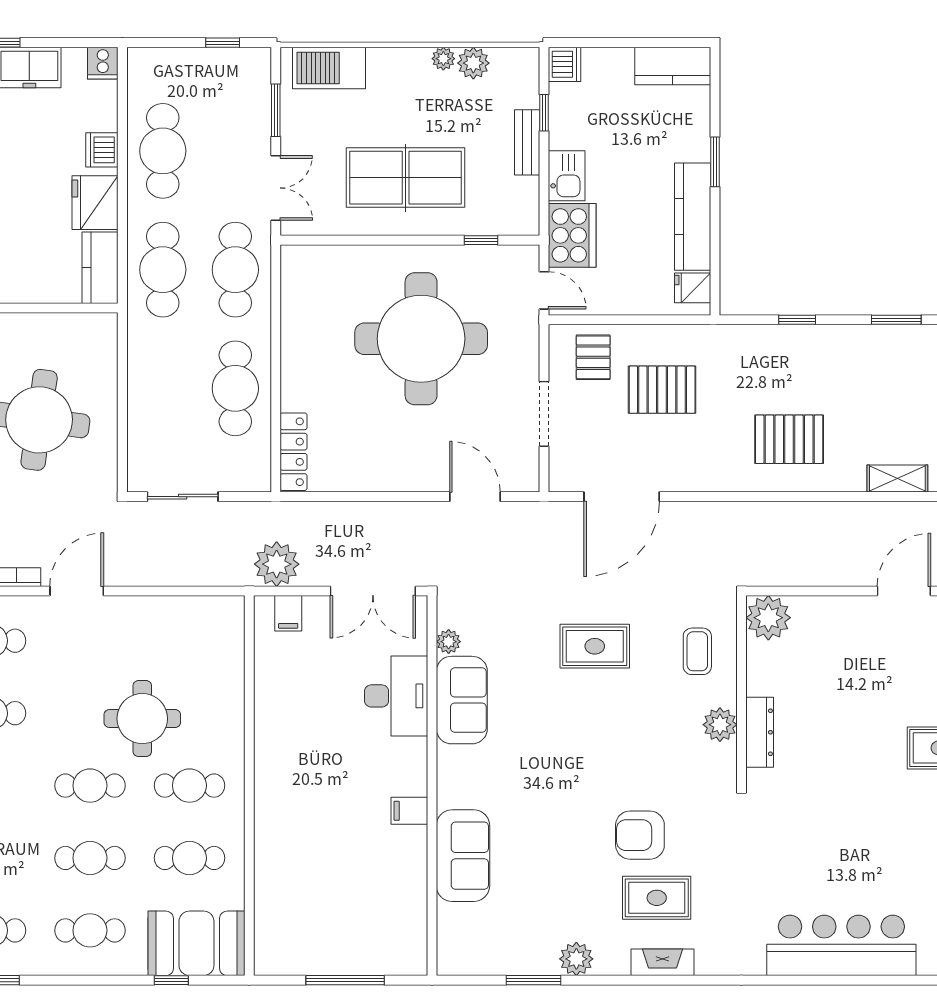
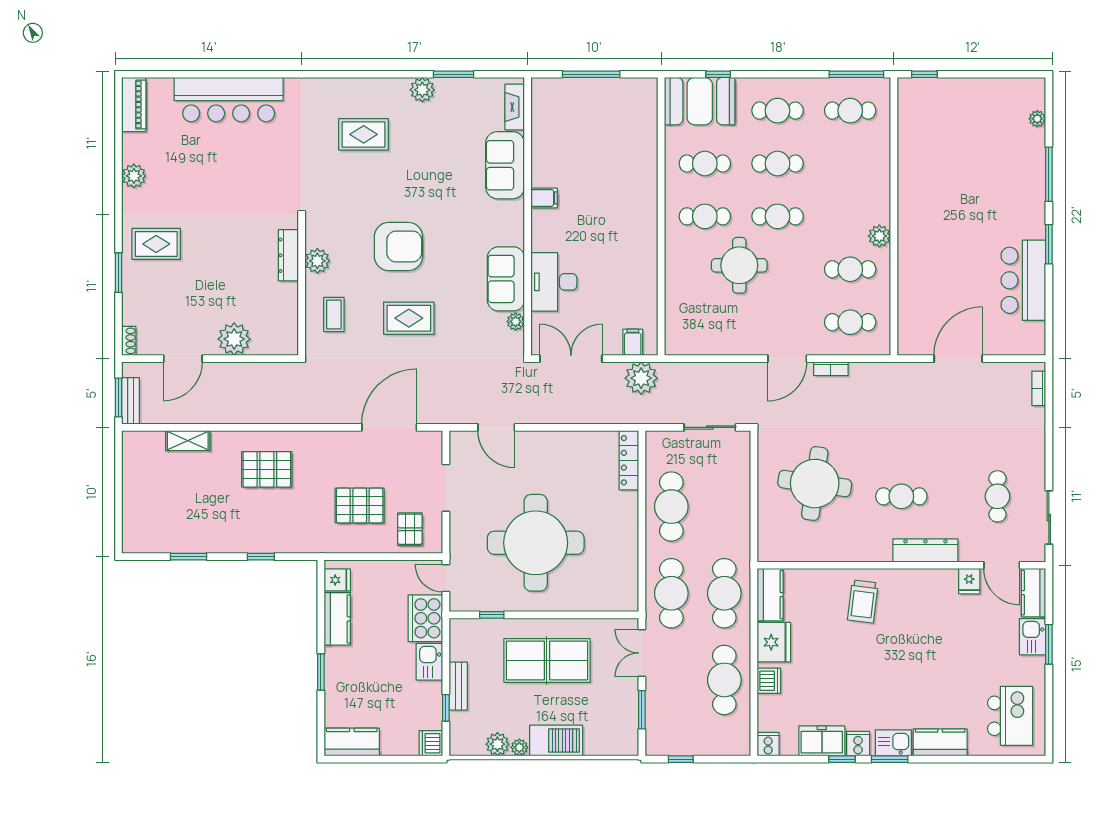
barbecue: (329, 68) -> (556, 741), moved
kitchen counter: (693, 217) -> (337, 619), width x0.67
plant: (768, 618) -> (234, 339), moved
armchair: (640, 835) -> (398, 246), moved, width x1.36, depth x1.36
fireplace: (662, 962) -> (515, 107), moved, turned 90

